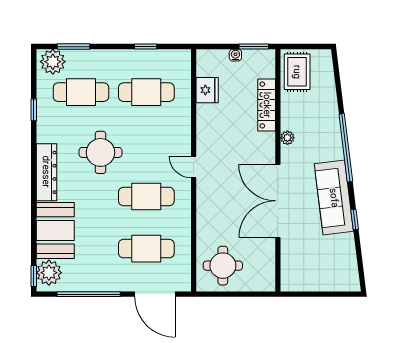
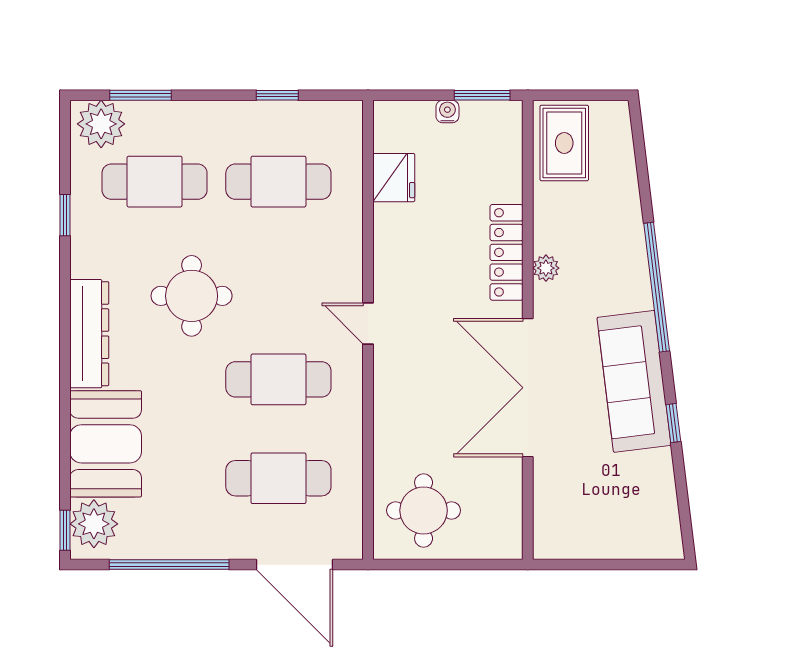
locker: (267, 105) -> (507, 252), moved

